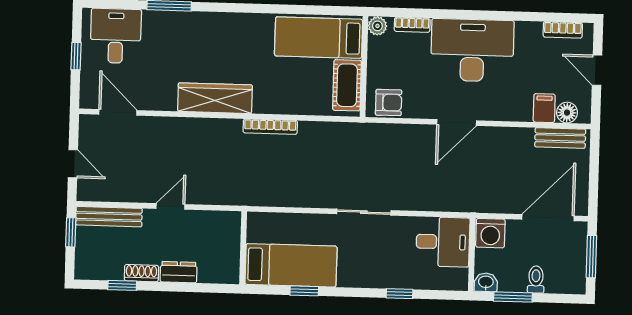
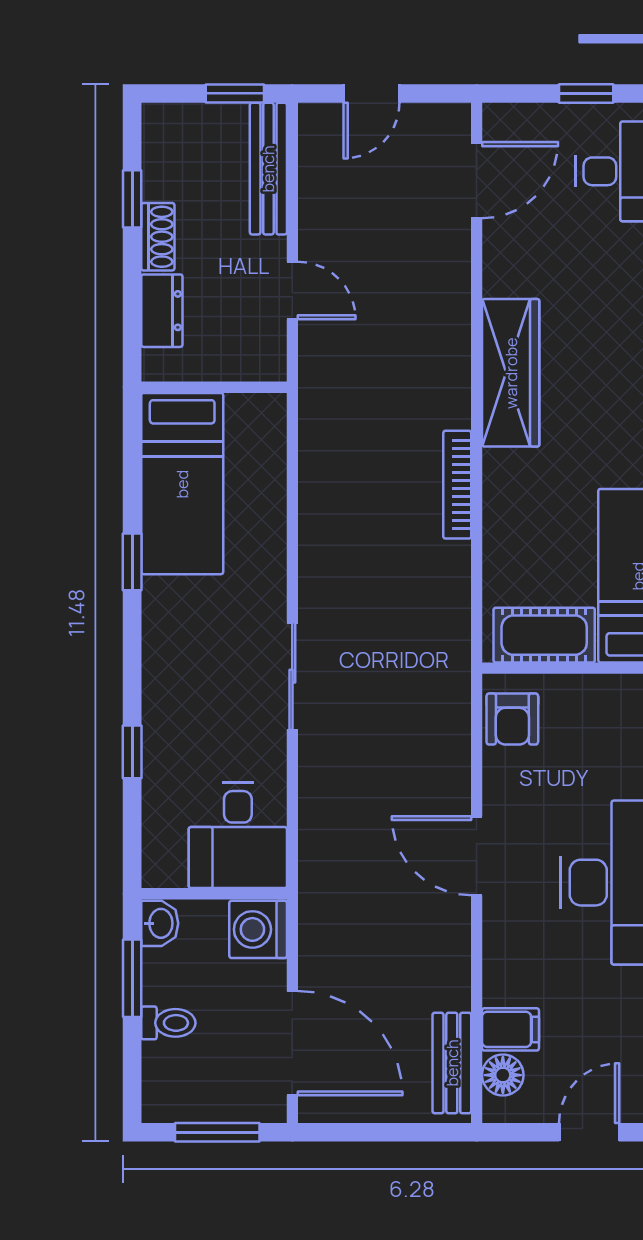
wall: (243, 248) -> (214, 387), moved
bed: (291, 265) -> (182, 484), moved

